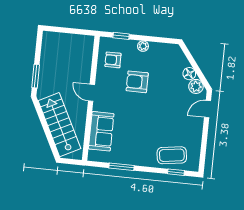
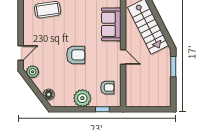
plant: (143, 46) -> (82, 98), width x1.88, depth x1.88
floor lamp: (189, 74) -> (49, 94), moved
armchair: (137, 82) -> (76, 55), moved

